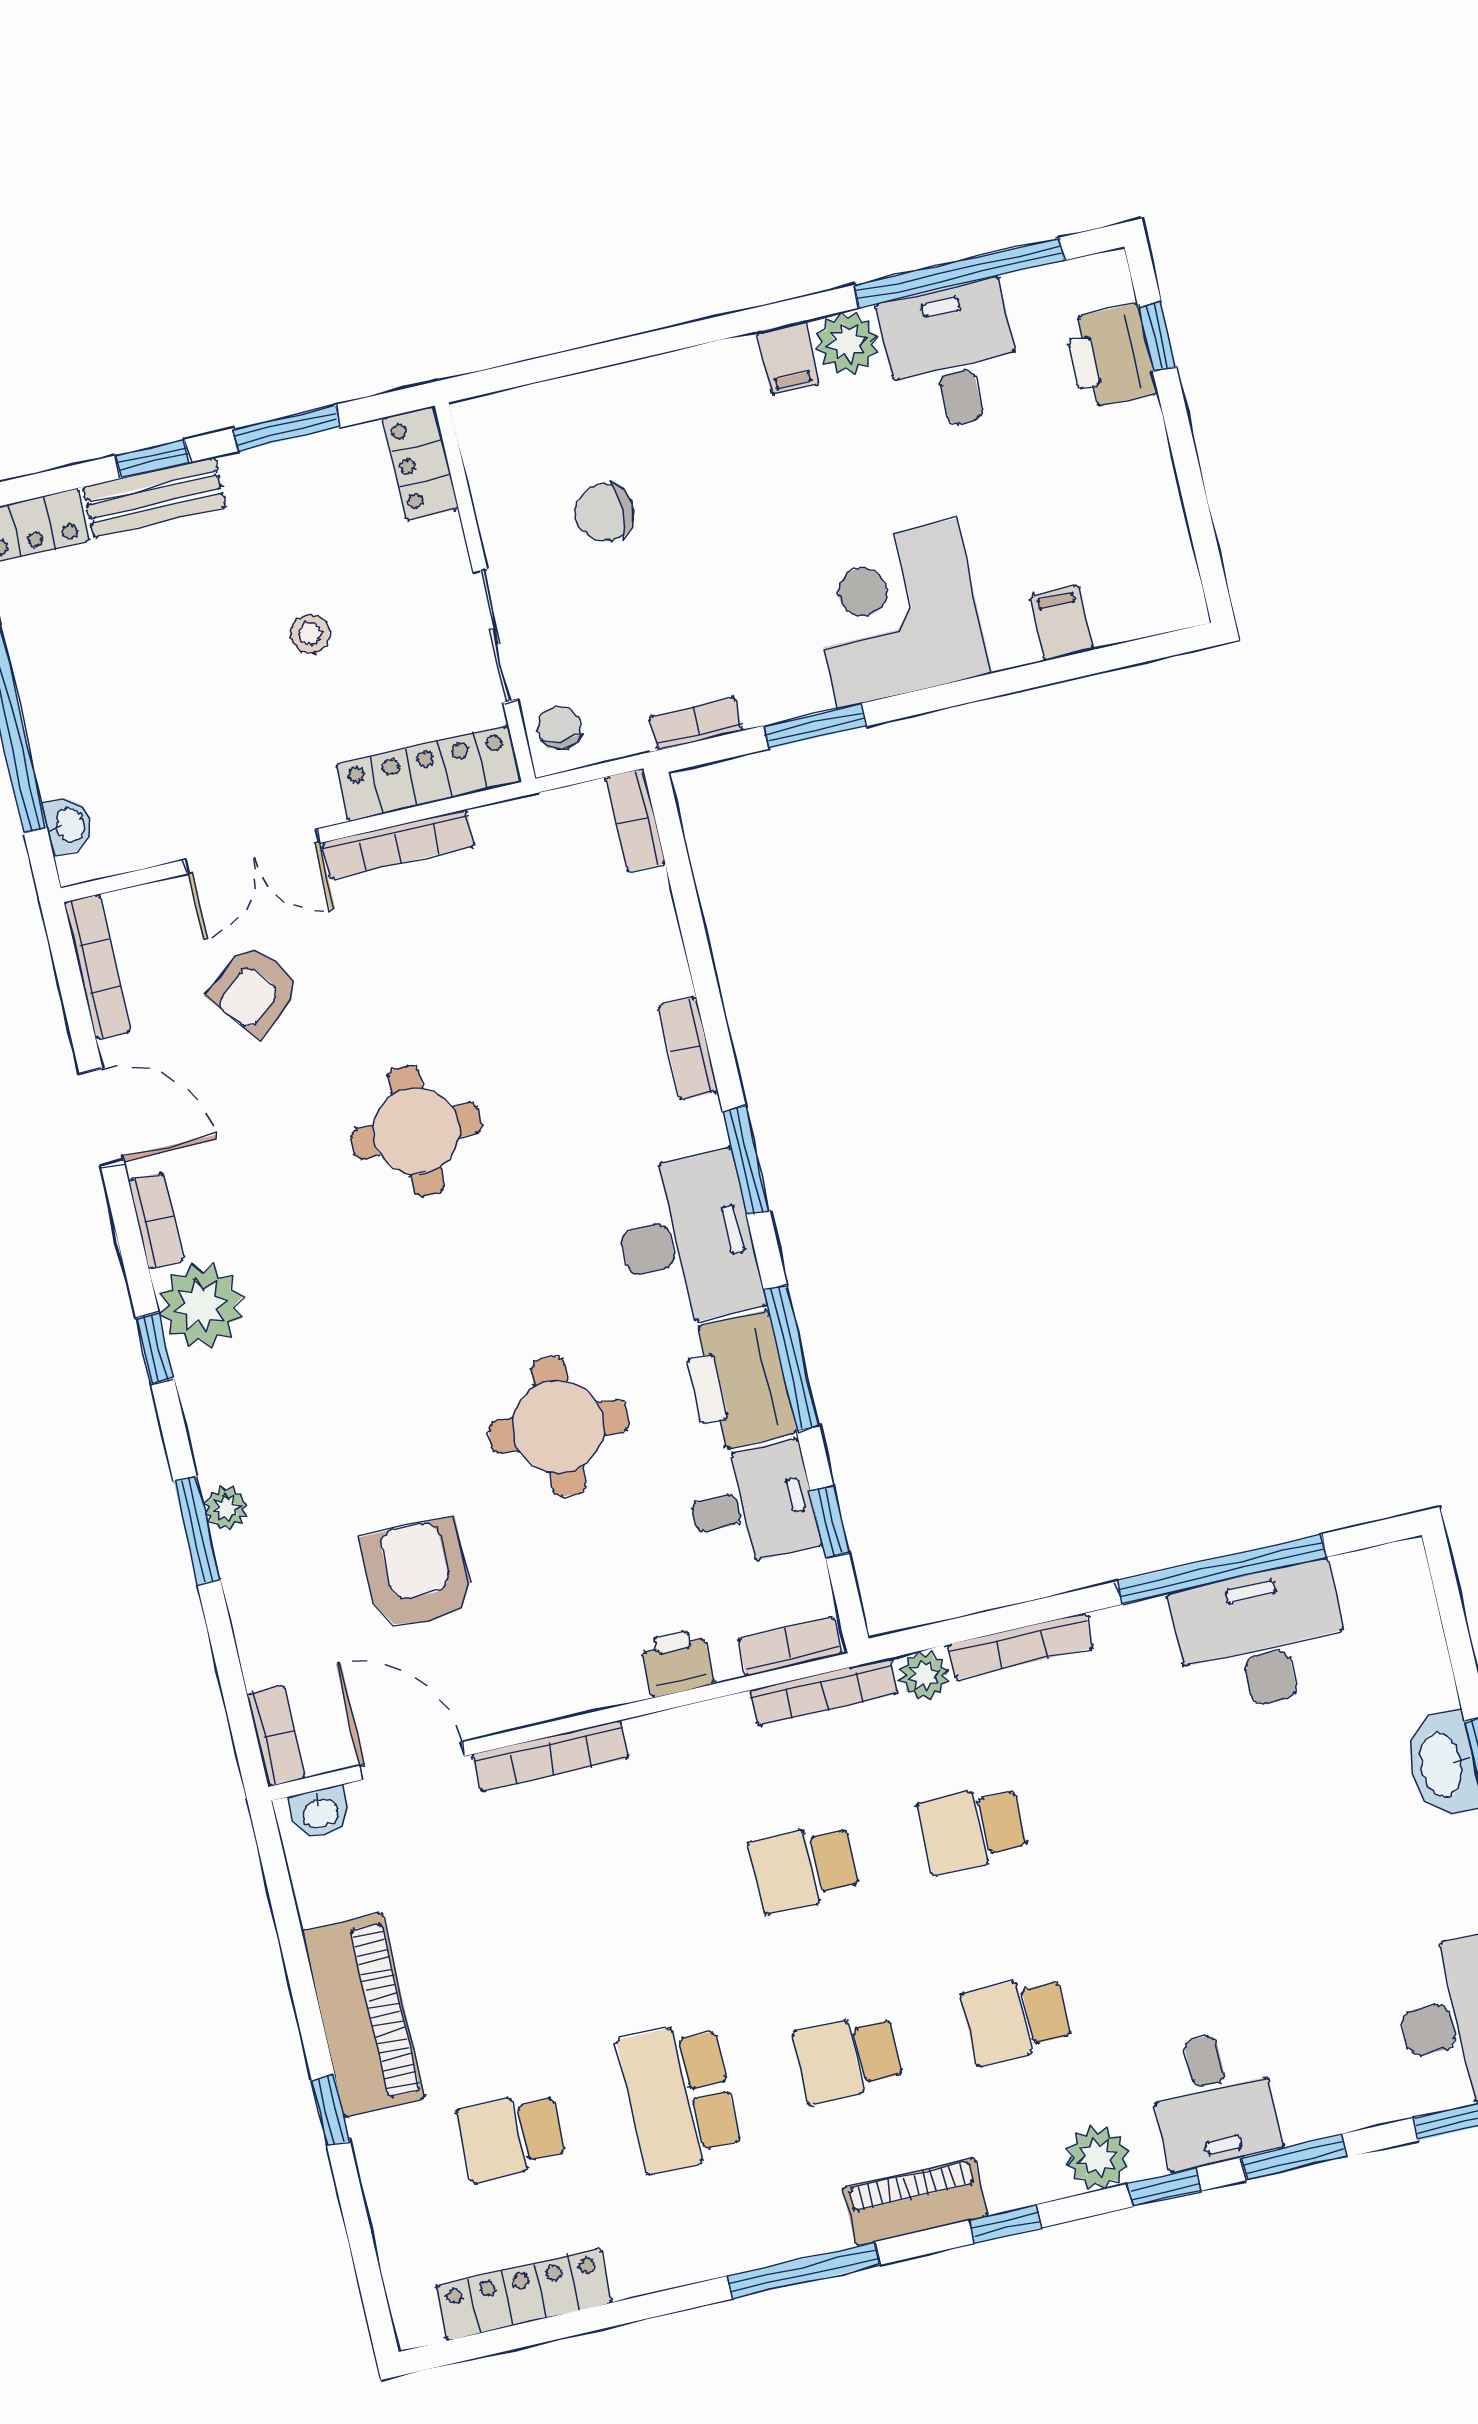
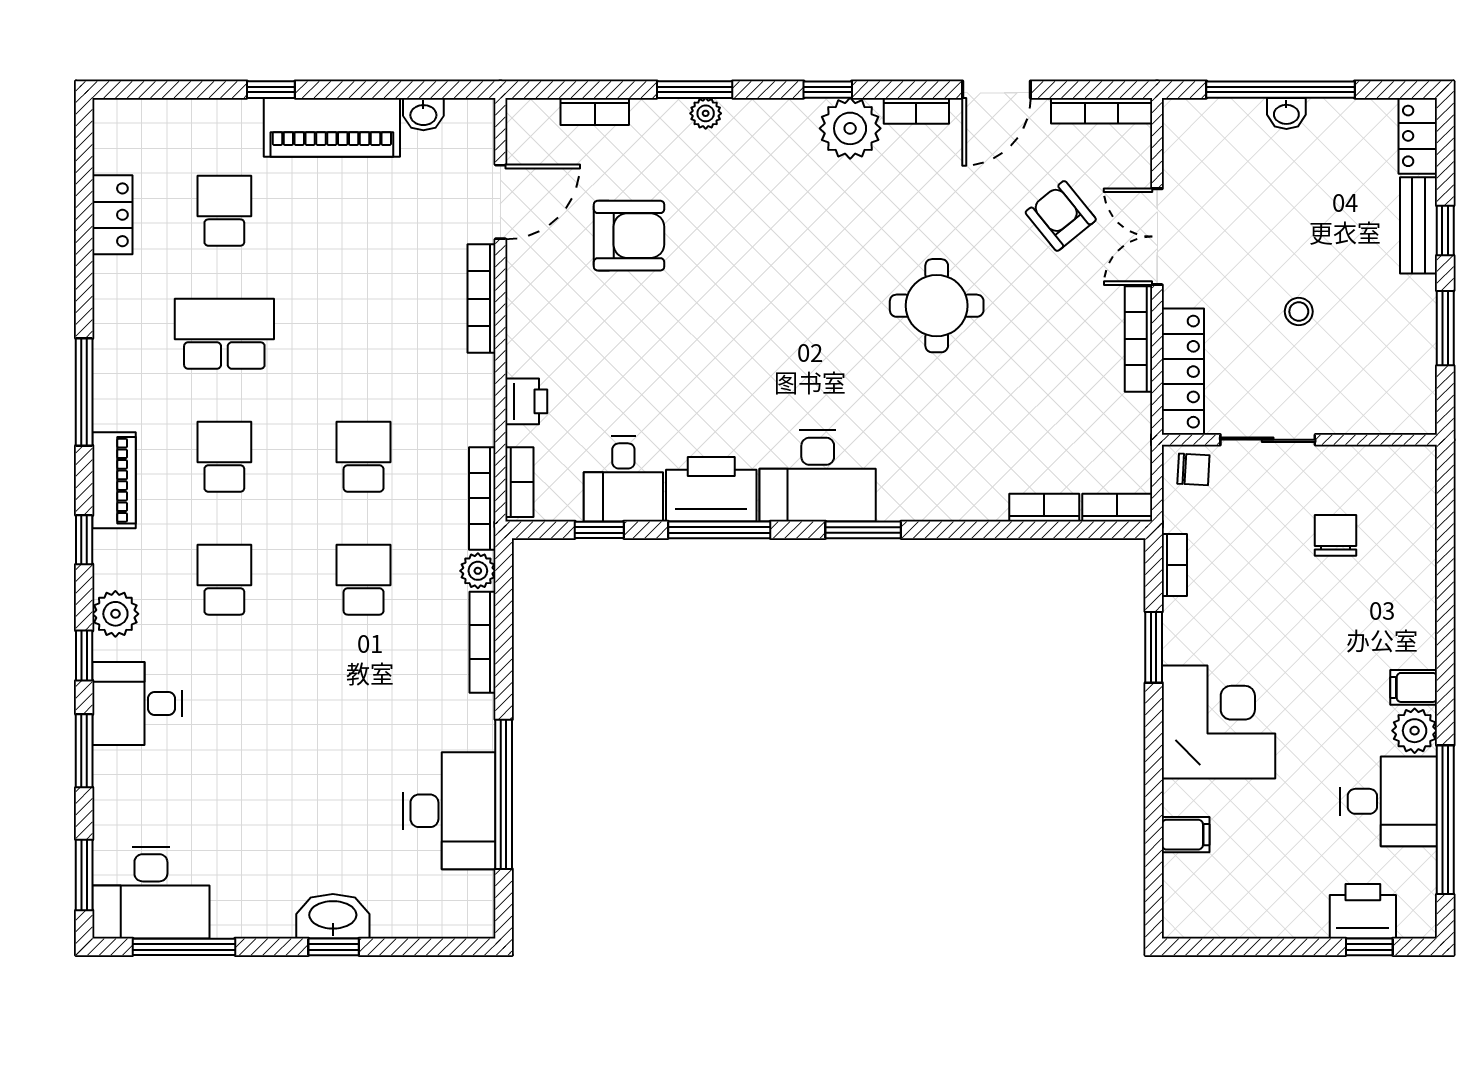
locker: (421, 463) -> (1399, 416), removed
washbasin: (68, 825) -> (1286, 113), moved
bookcase: (688, 1048) -> (1044, 508), moved
round table: (558, 1427) -> (709, 357), removed
bookcase: (276, 1736) -> (595, 111), moved
washbasin: (320, 1813) -> (423, 114), moved, turned -90
locker: (524, 2294) -> (112, 215), width x0.66

